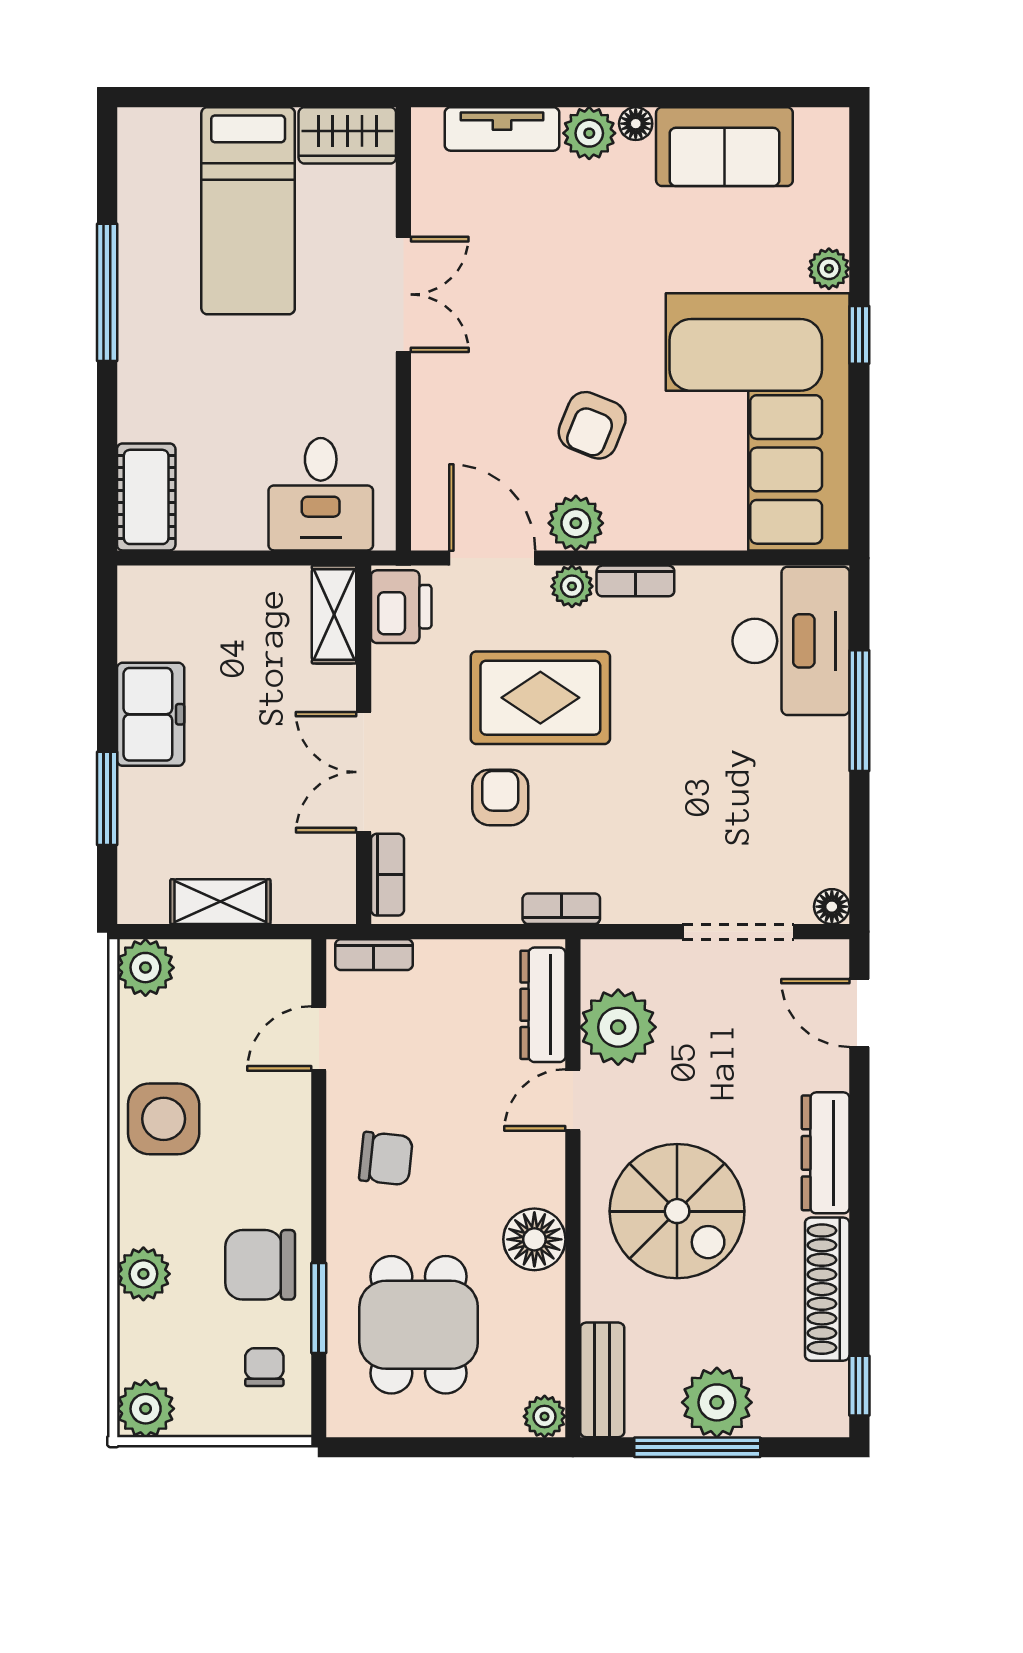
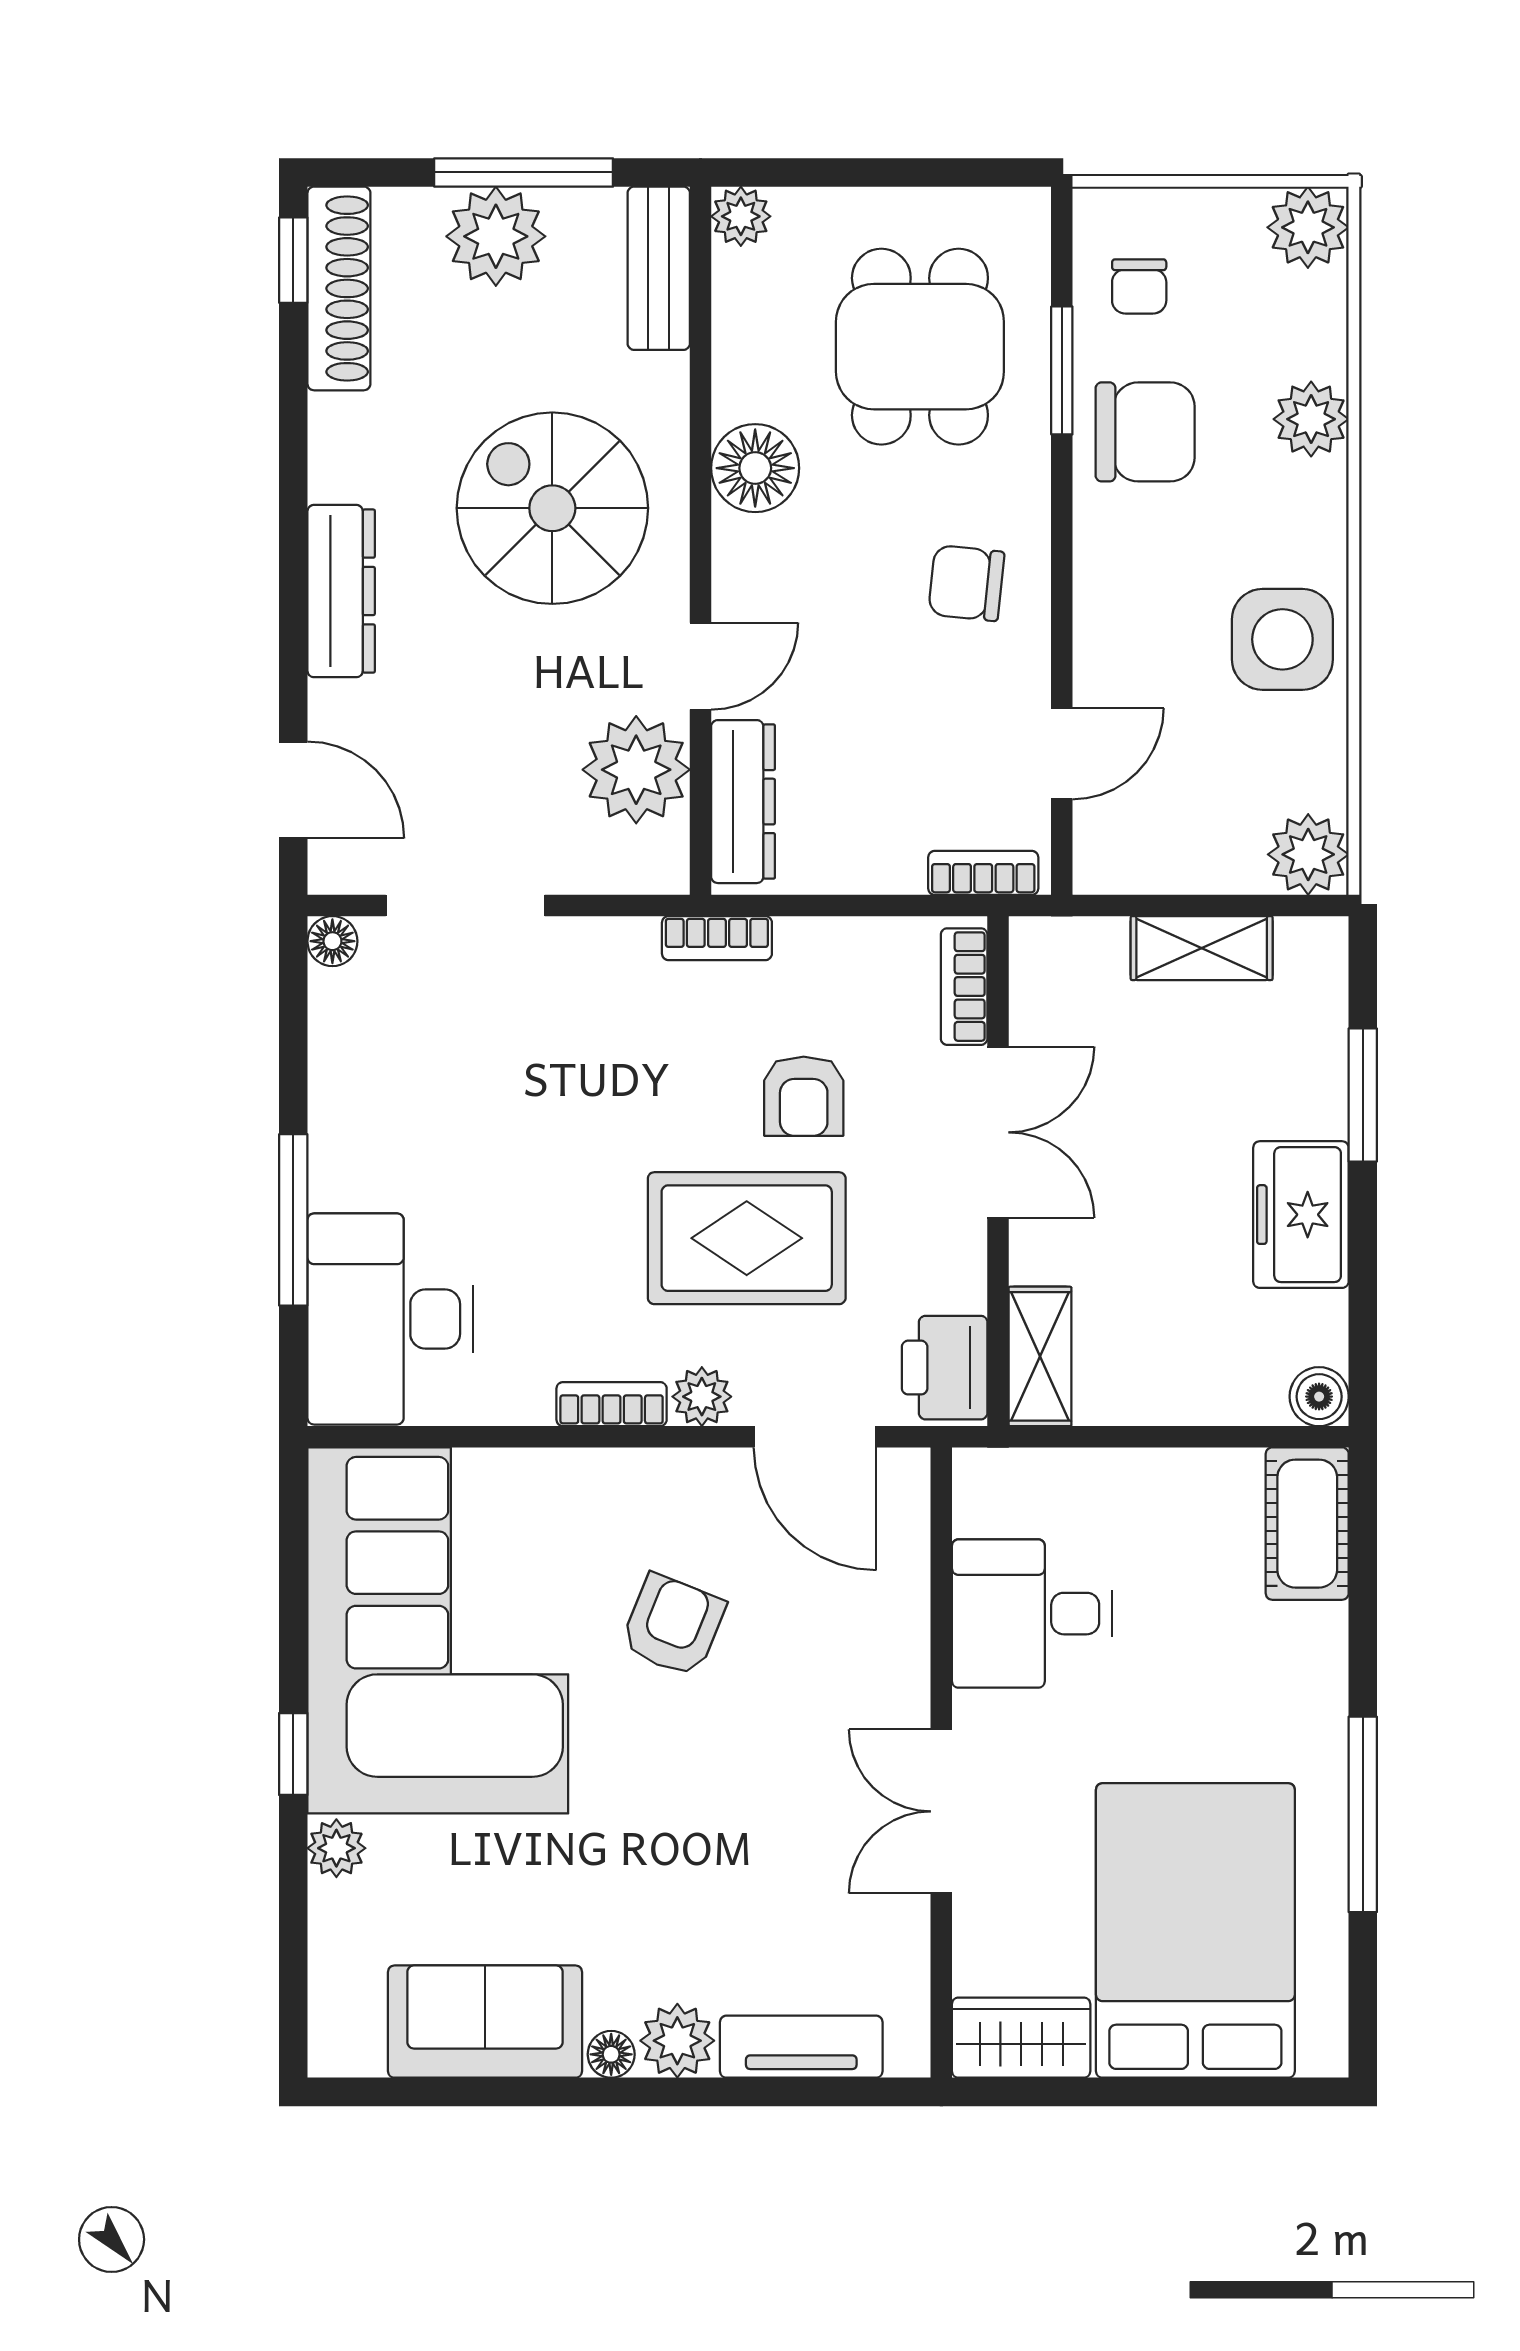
bed: (248, 211) -> (1195, 1930), width x1.50
desk: (321, 494) -> (1032, 1614), moved, turned -90
plant: (576, 523) -> (696, 1486), removed
boiler: (138, 586) -> (1319, 1397), added
shoe rack: (827, 1289) -> (339, 288), moved

